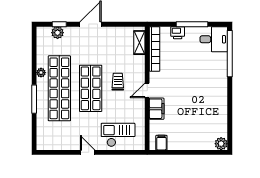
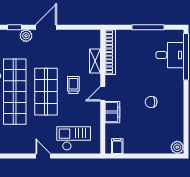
plant: (58, 33) -> (26, 36), moved
printer: (178, 33) -> (133, 36), removed
desk: (214, 39) -> (170, 55), moved
shelving: (139, 43) -> (95, 61), moved
chair: (195, 99) -> (151, 102), added

